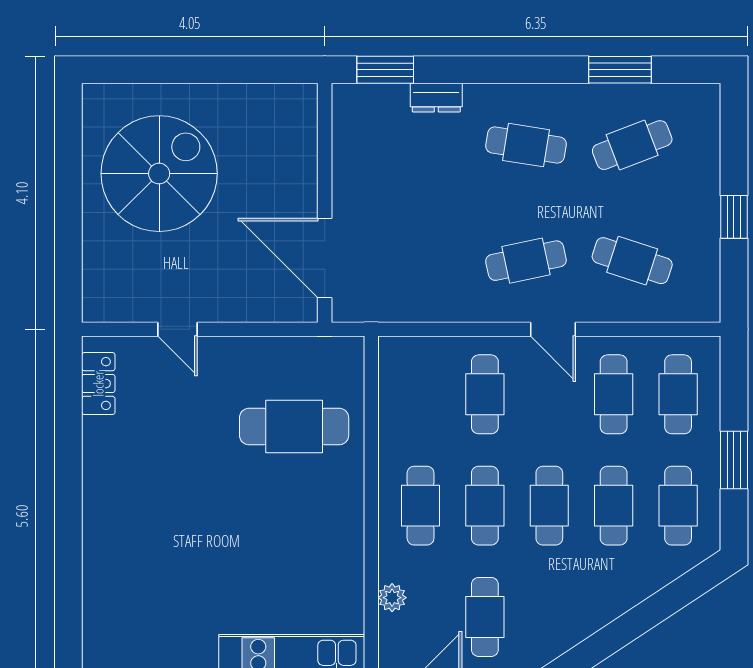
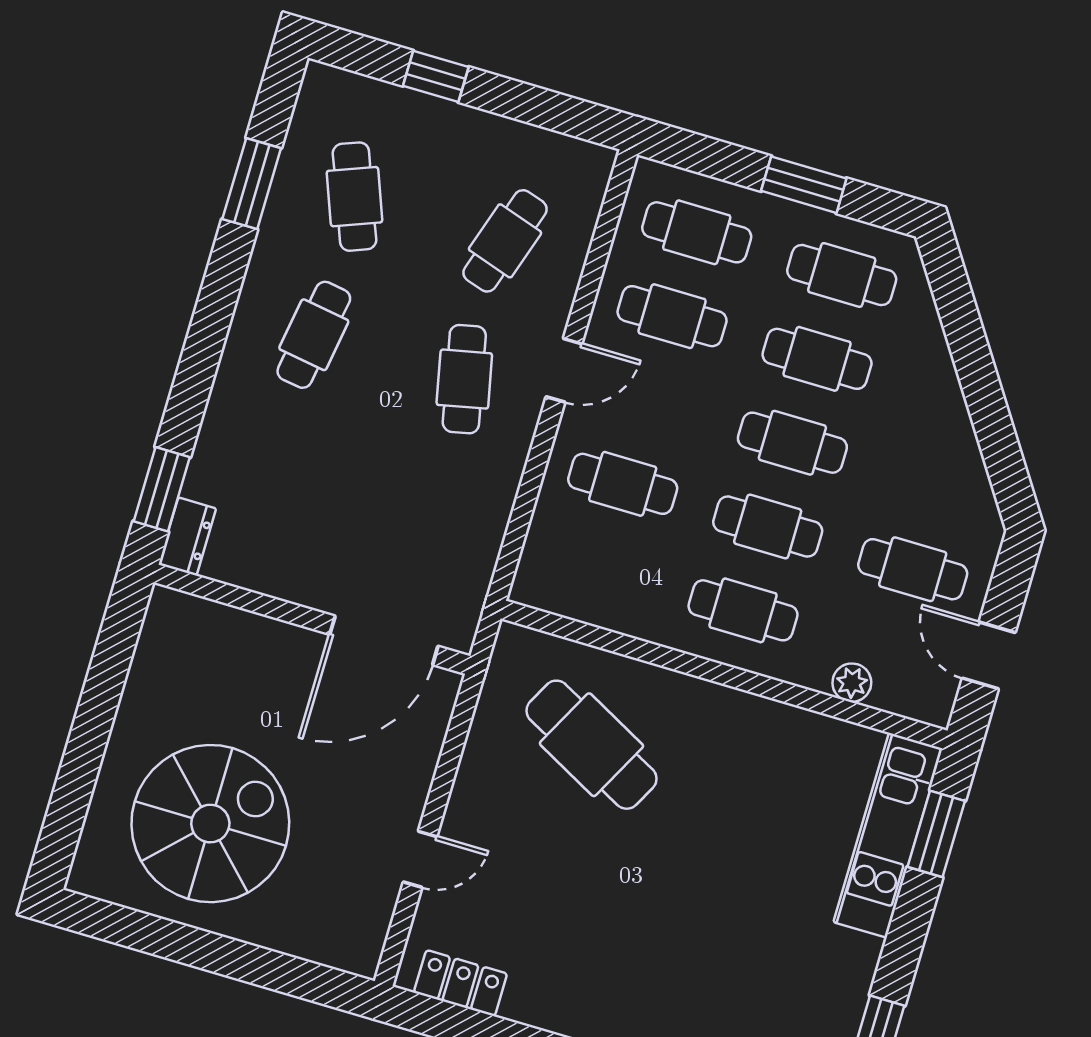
dresser: (436, 98) -> (187, 536), moved
spiral stairs: (159, 174) -> (210, 824), turned 90
window: (734, 217) -> (436, 76), moved
cafe table: (294, 427) -> (592, 745), turned -62

